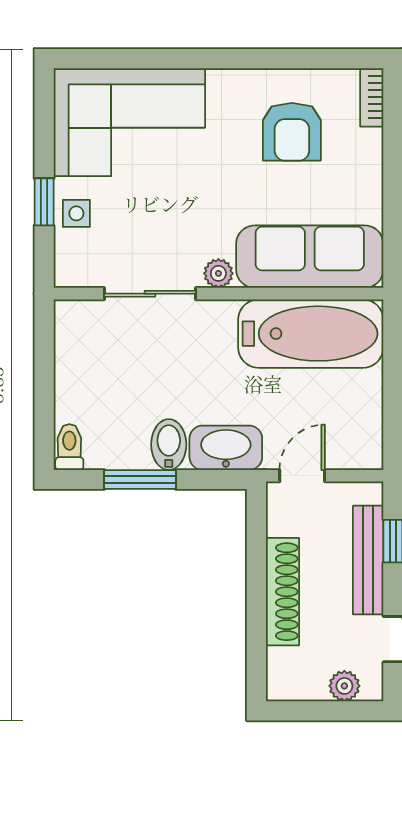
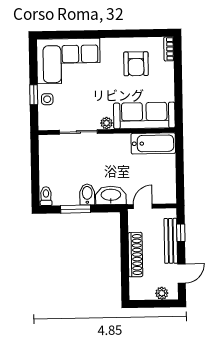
bathtub: (311, 334) -> (153, 143), width x0.73, depth x0.73

